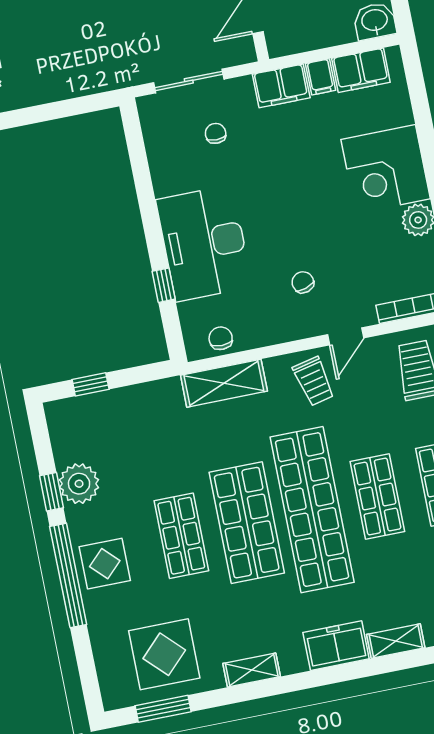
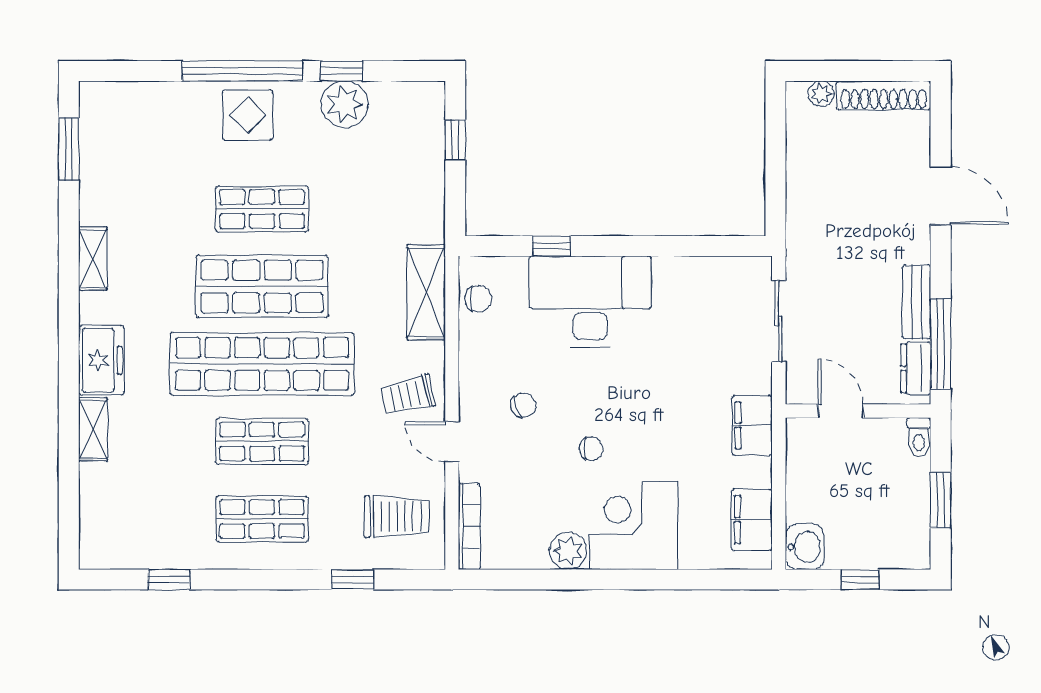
filing cabinet: (321, 77) -> (753, 472), removed
chair: (216, 133) -> (591, 449), moved
display table: (164, 654) -> (131, 162), removed

